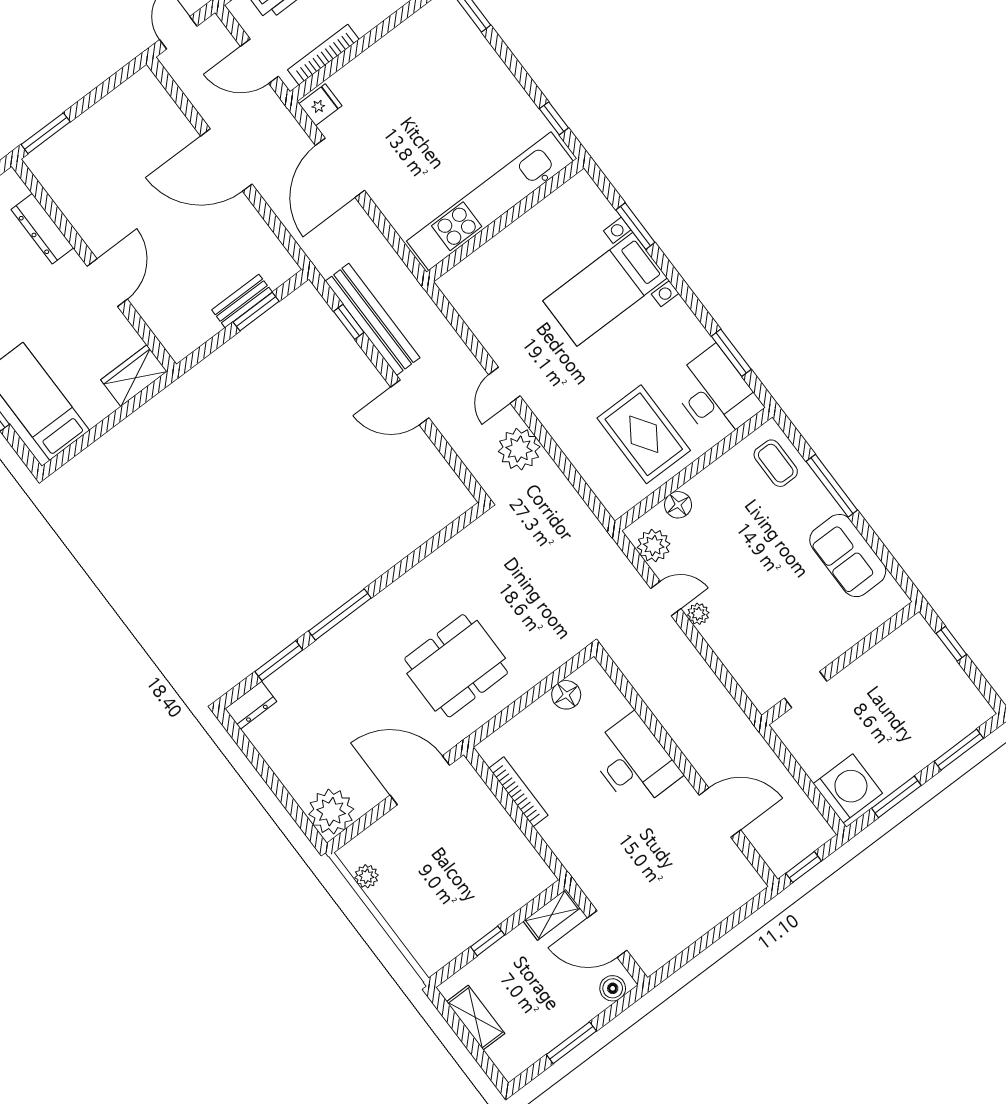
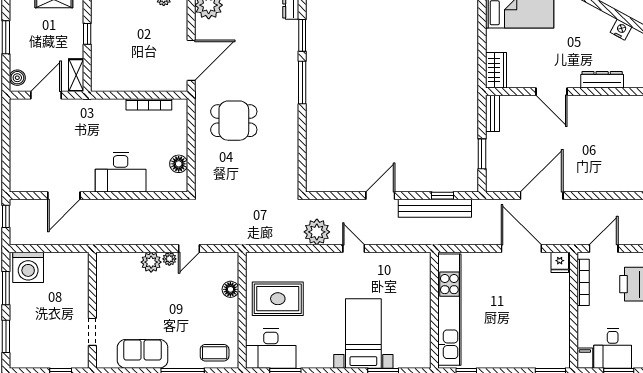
door: (226, 160) -> (542, 196), moved
bench: (242, 301) -> (492, 113), moved
plant: (654, 546) -> (151, 262), moved
dining table: (456, 666) -> (234, 121), width x0.73
doorway: (806, 690) -> (92, 332), moved

